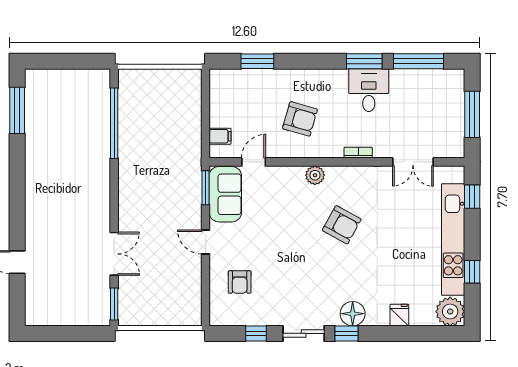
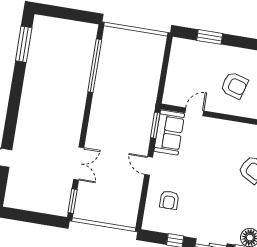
filing cabinet: (220, 136) -> (172, 88), removed
plant: (315, 175) -> (239, 129), removed

